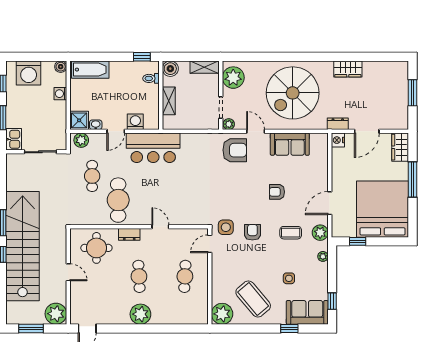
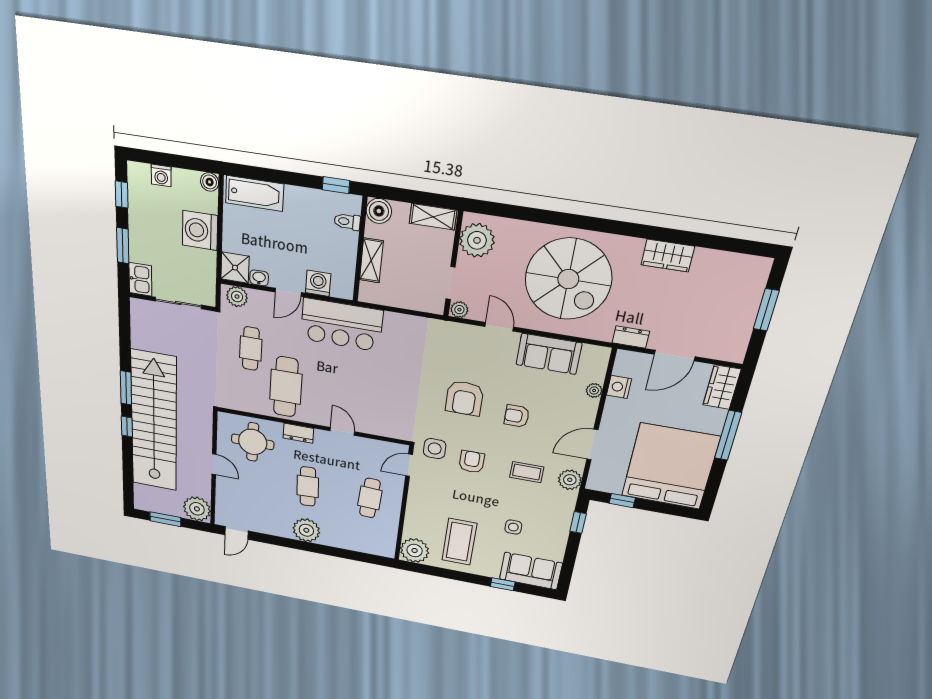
washing machine: (29, 73) -> (161, 175), width x0.53, depth x0.53
spiral stairs: (293, 93) -> (568, 279), turned -90
washing machine: (60, 94) -> (200, 230), width x1.89, depth x1.89
nightstand: (338, 140) -> (619, 387), moved
armchair: (235, 150) -> (464, 398), moved, turned 90
plant: (323, 256) -> (594, 390), moved
coffee table: (253, 299) -> (459, 542), turned 40
window: (332, 301) -> (578, 523), moved

